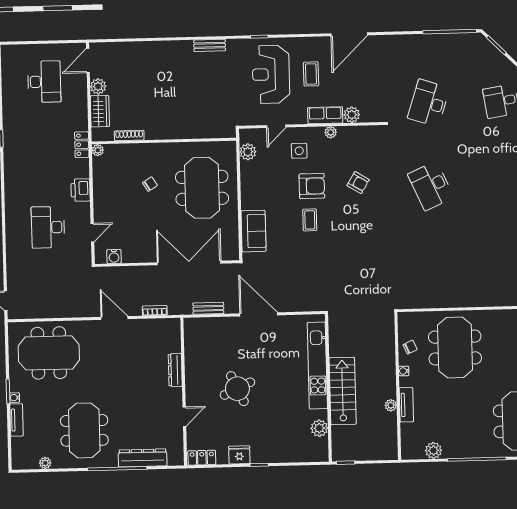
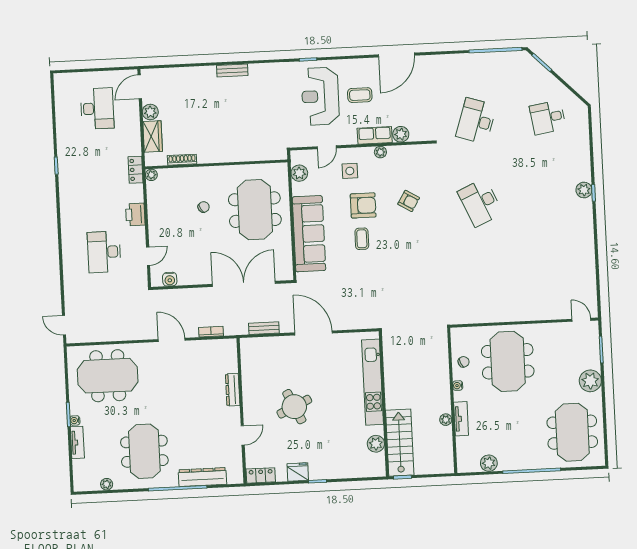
bench: (210, 45) -> (232, 70), moved
coffee table: (311, 74) -> (360, 95), turned 90
sofa: (254, 231) -> (309, 234), width x1.85, depth x1.27
stairs: (343, 391) -> (400, 443), moved

